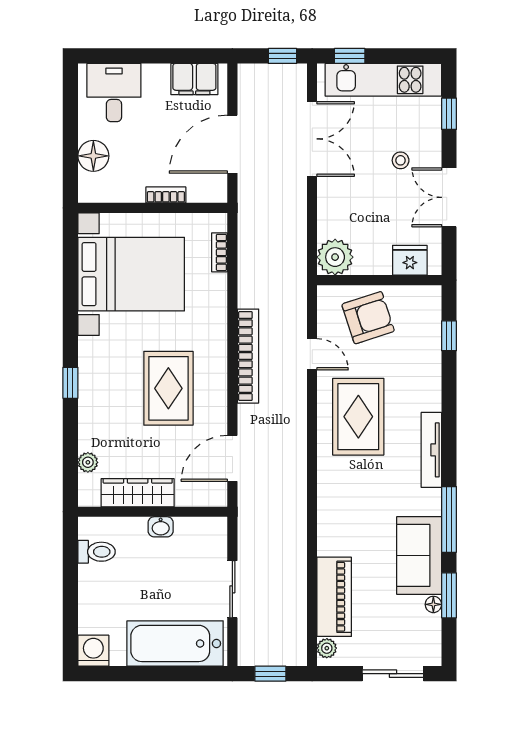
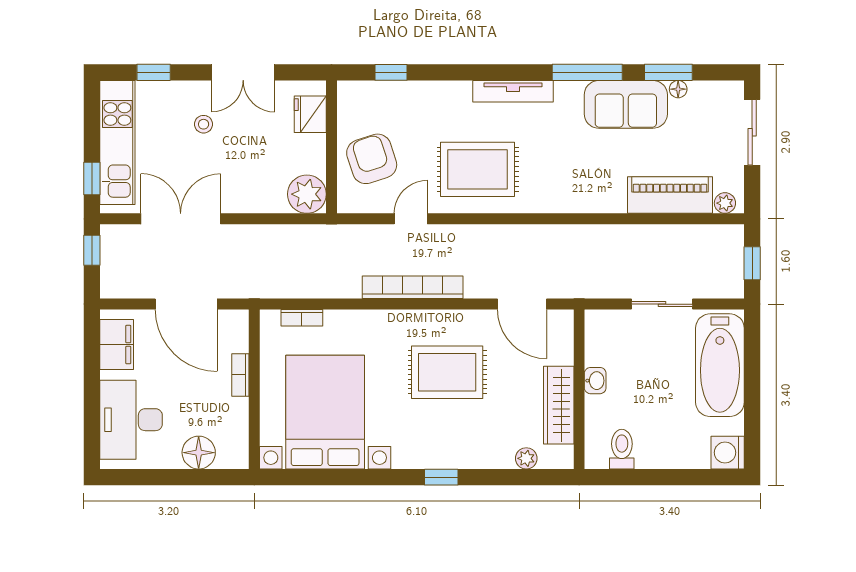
desk: (114, 93) -> (131, 420), width x1.37

